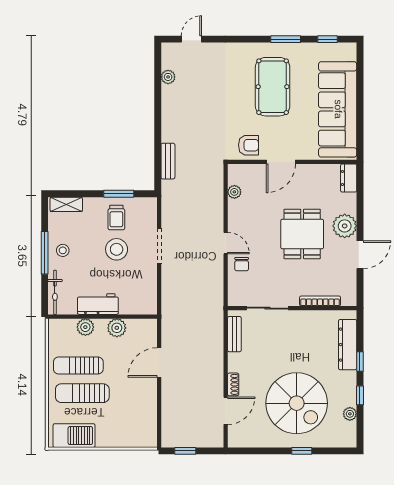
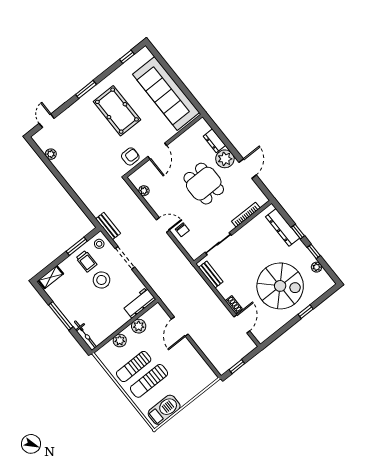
window: (286, 39) -> (86, 89), moved
bench: (168, 161) -> (108, 226), moved
dresser: (349, 178) -> (214, 141), moved
stool: (63, 250) -> (99, 244), moved
workbench: (98, 304) -> (139, 303), moved

